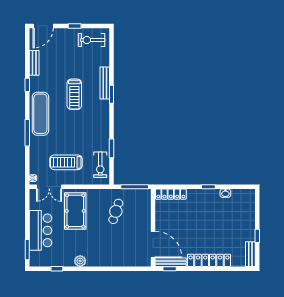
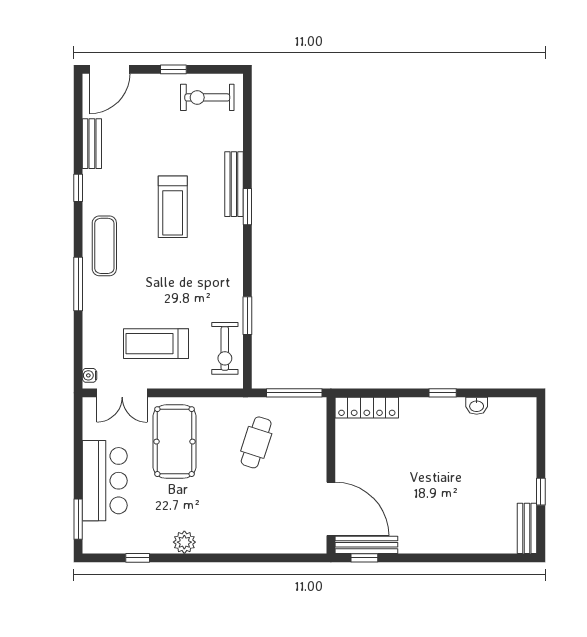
exercise mat: (40, 114) -> (104, 246), width x0.73, depth x0.69
locker: (209, 260) -> (444, 541), removed

